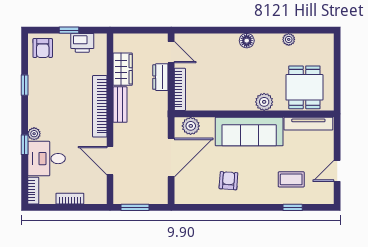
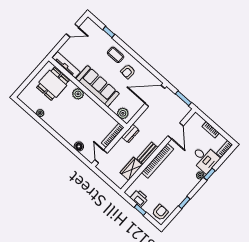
floor lamp: (247, 41) -> (79, 146), moved
dresser: (160, 77) -> (130, 134), moved
door: (171, 158) -> (155, 96), moved
coffee table: (291, 179) -> (116, 55), moved

